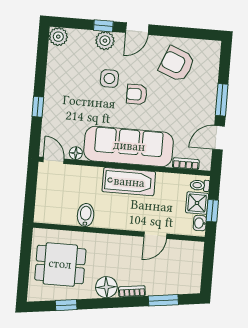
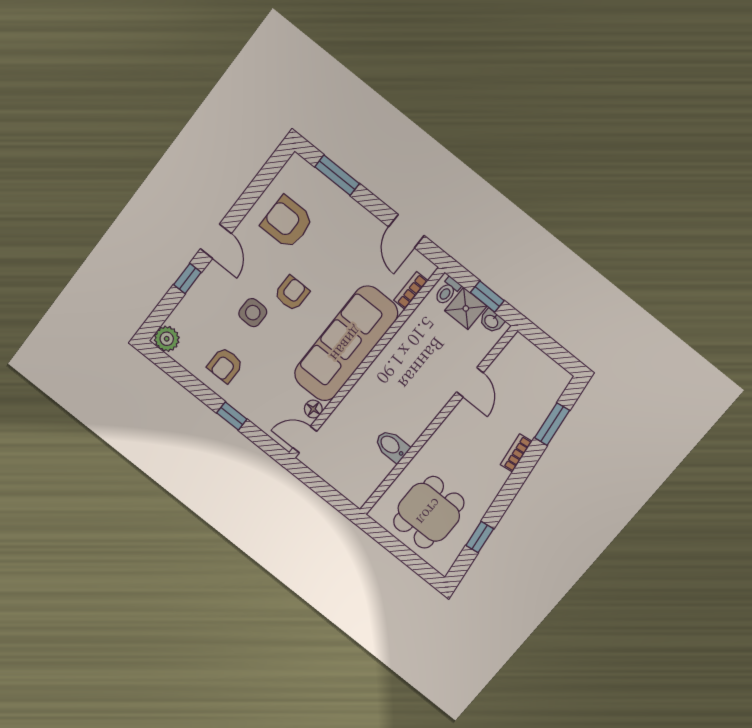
plant: (105, 41) -> (206, 288), removed
armchair: (177, 64) -> (287, 222), turned 68
armchair: (66, 82) -> (225, 365), added
armchair: (137, 94) -> (292, 293), turned 180
window: (222, 100) -> (337, 175), moved
bathtub: (129, 182) -> (387, 371), removed
floor lamp: (106, 287) -> (491, 478), removed

